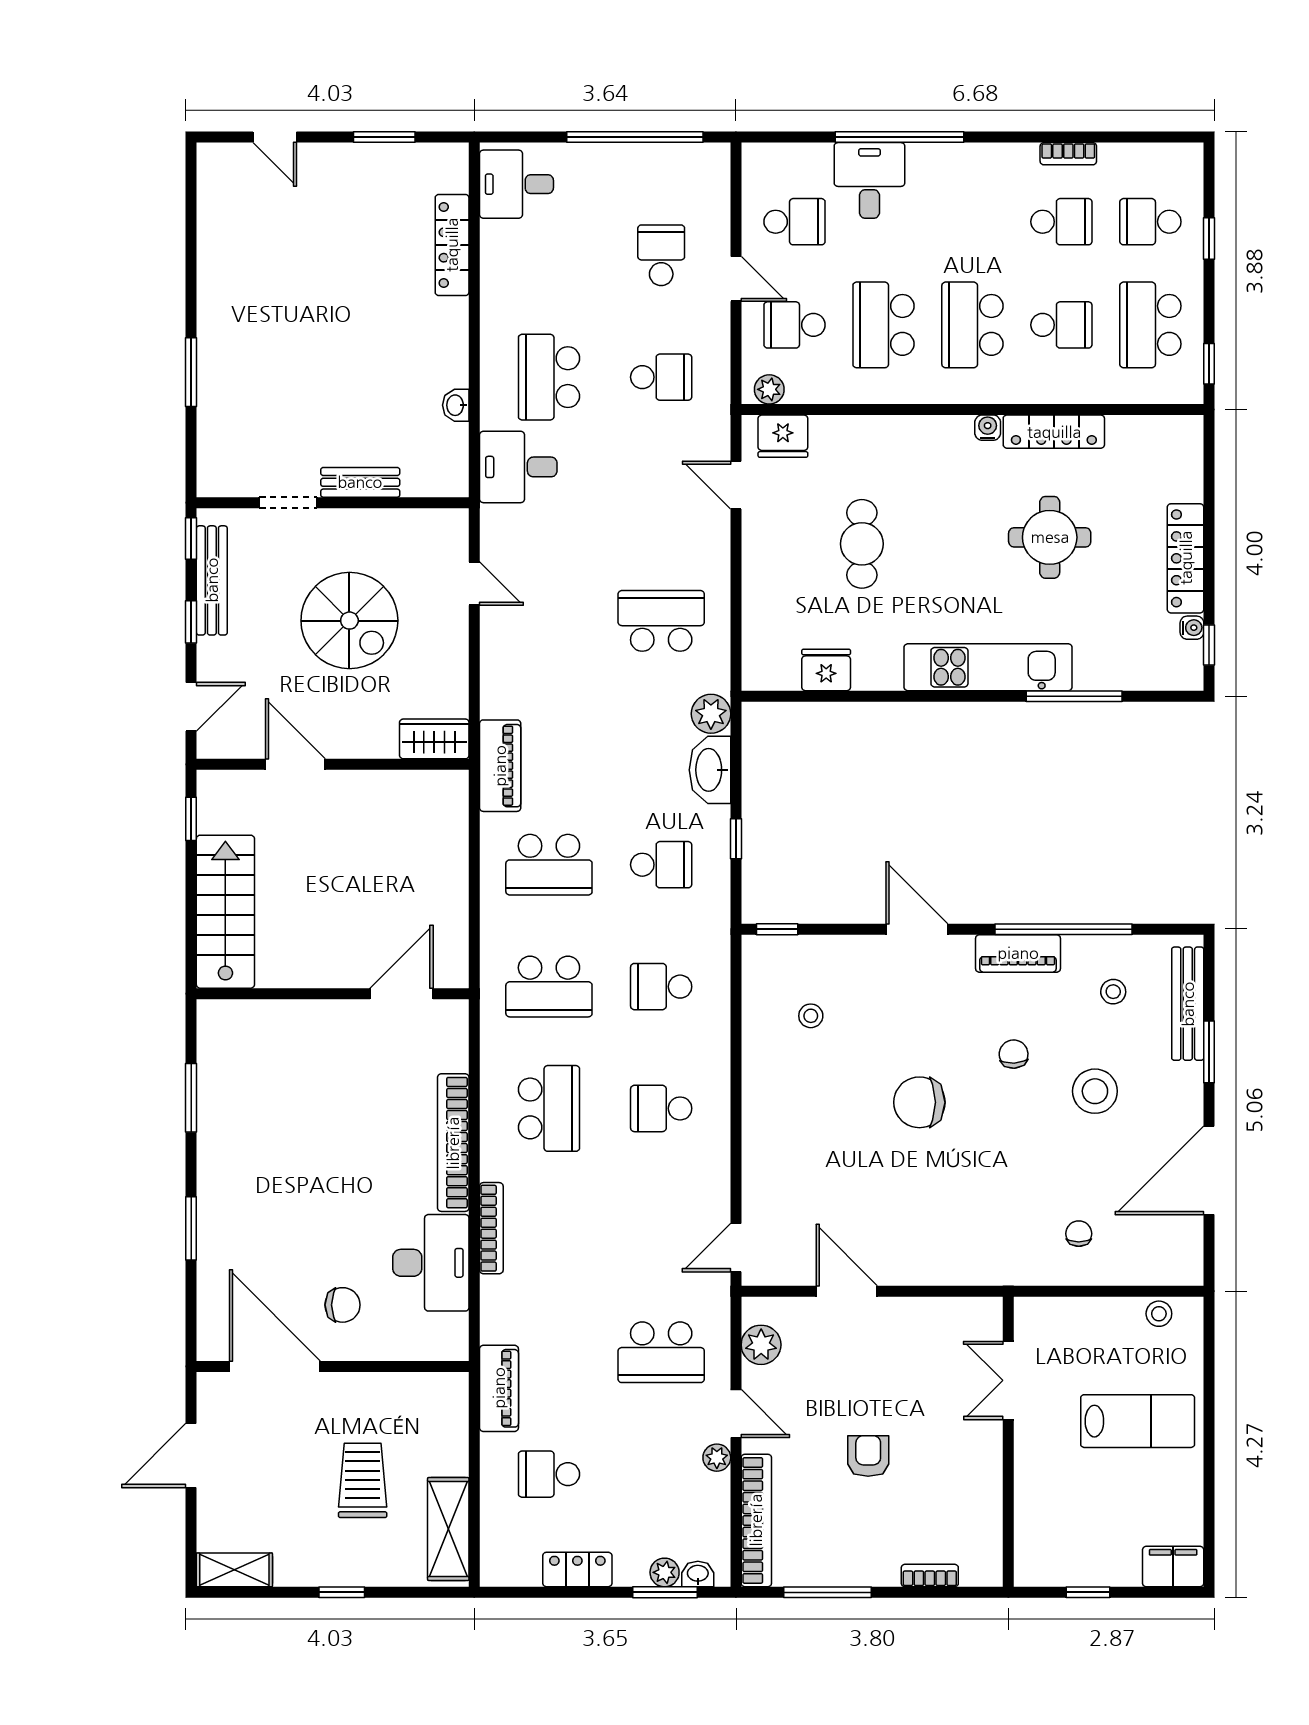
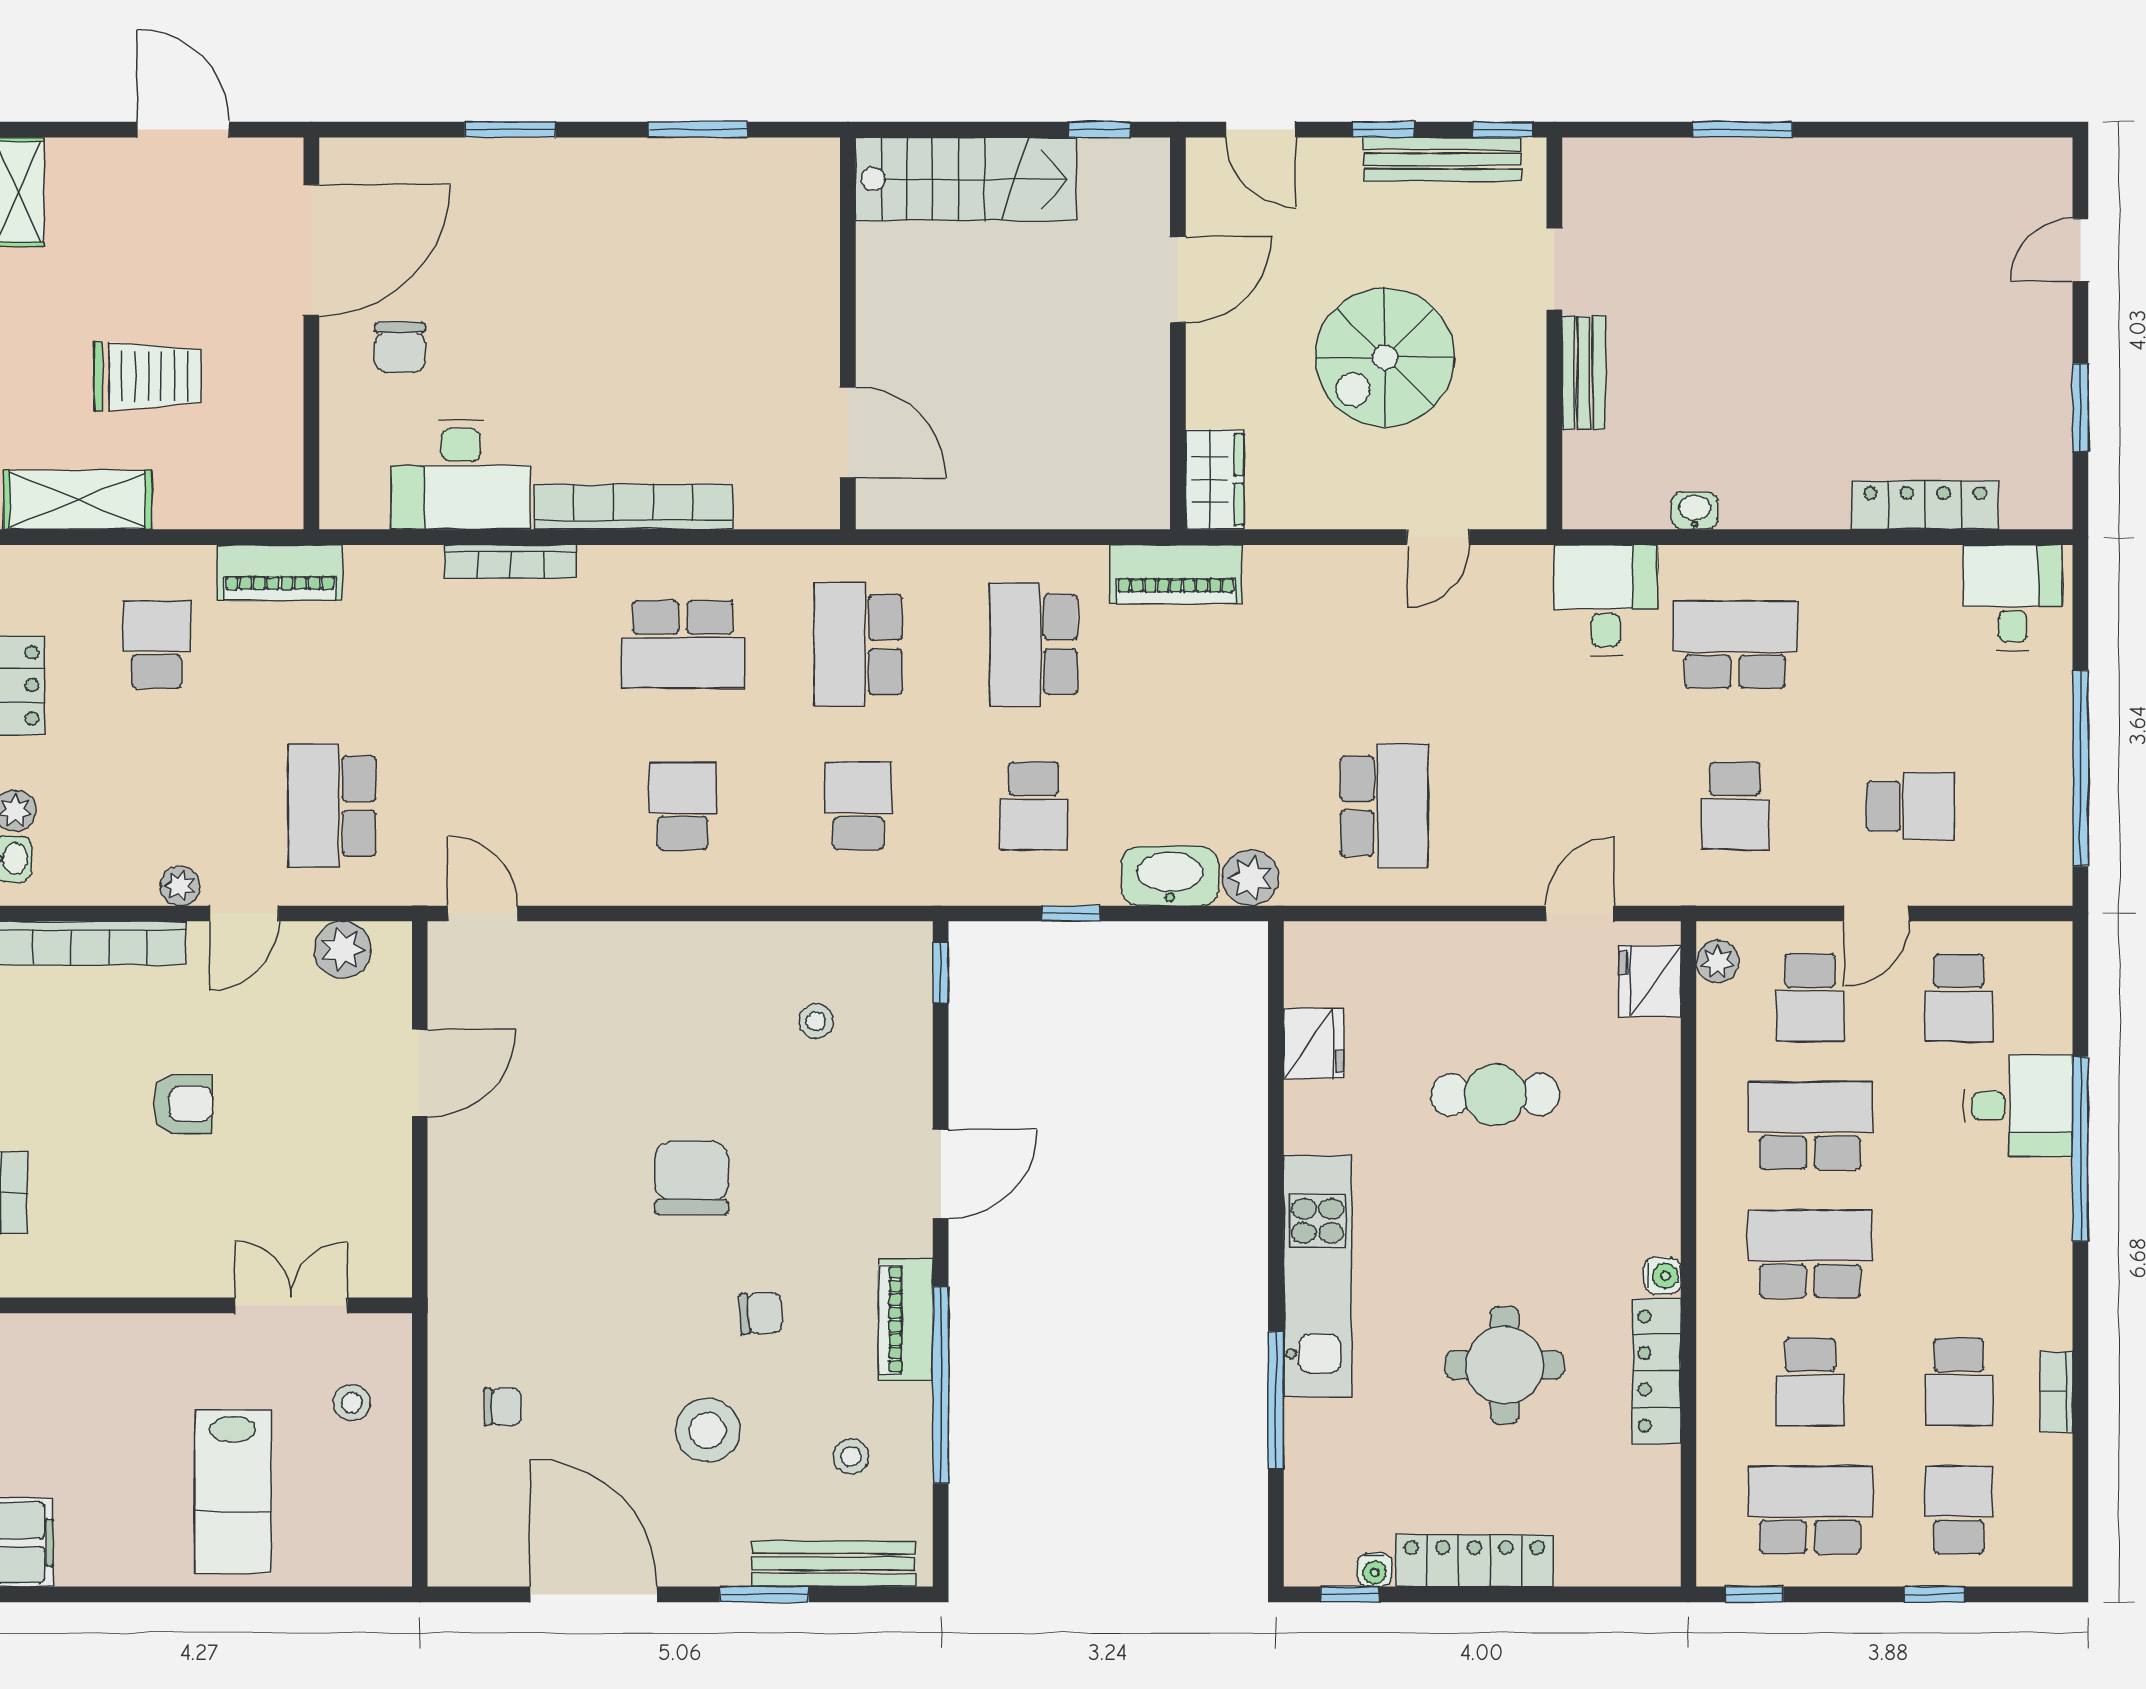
school desk: (795, 325) -> (1810, 998), turned 180
stool: (1159, 1314) -> (352, 1403), moved

